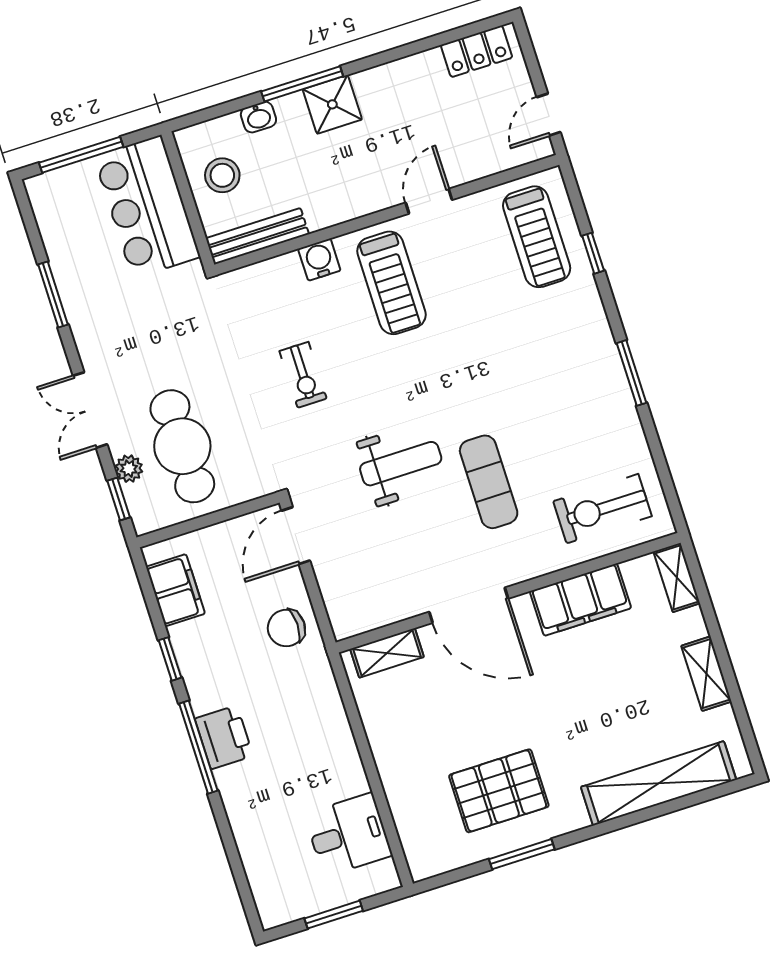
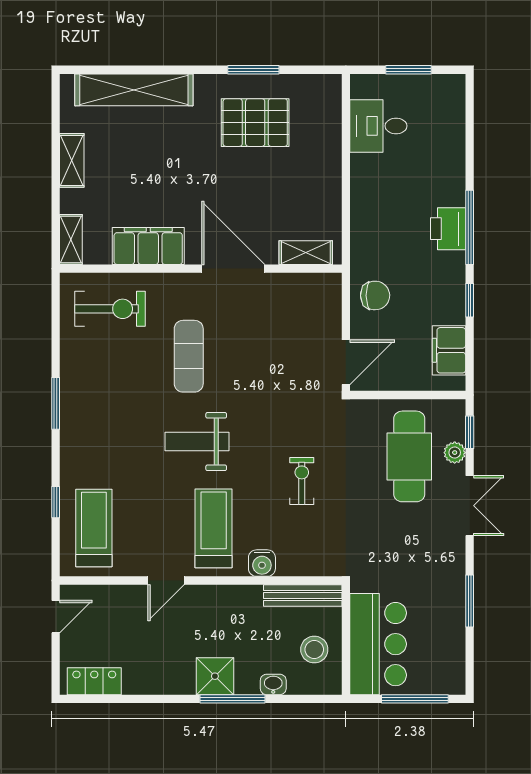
weight bench: (401, 464) -> (197, 442), moved

